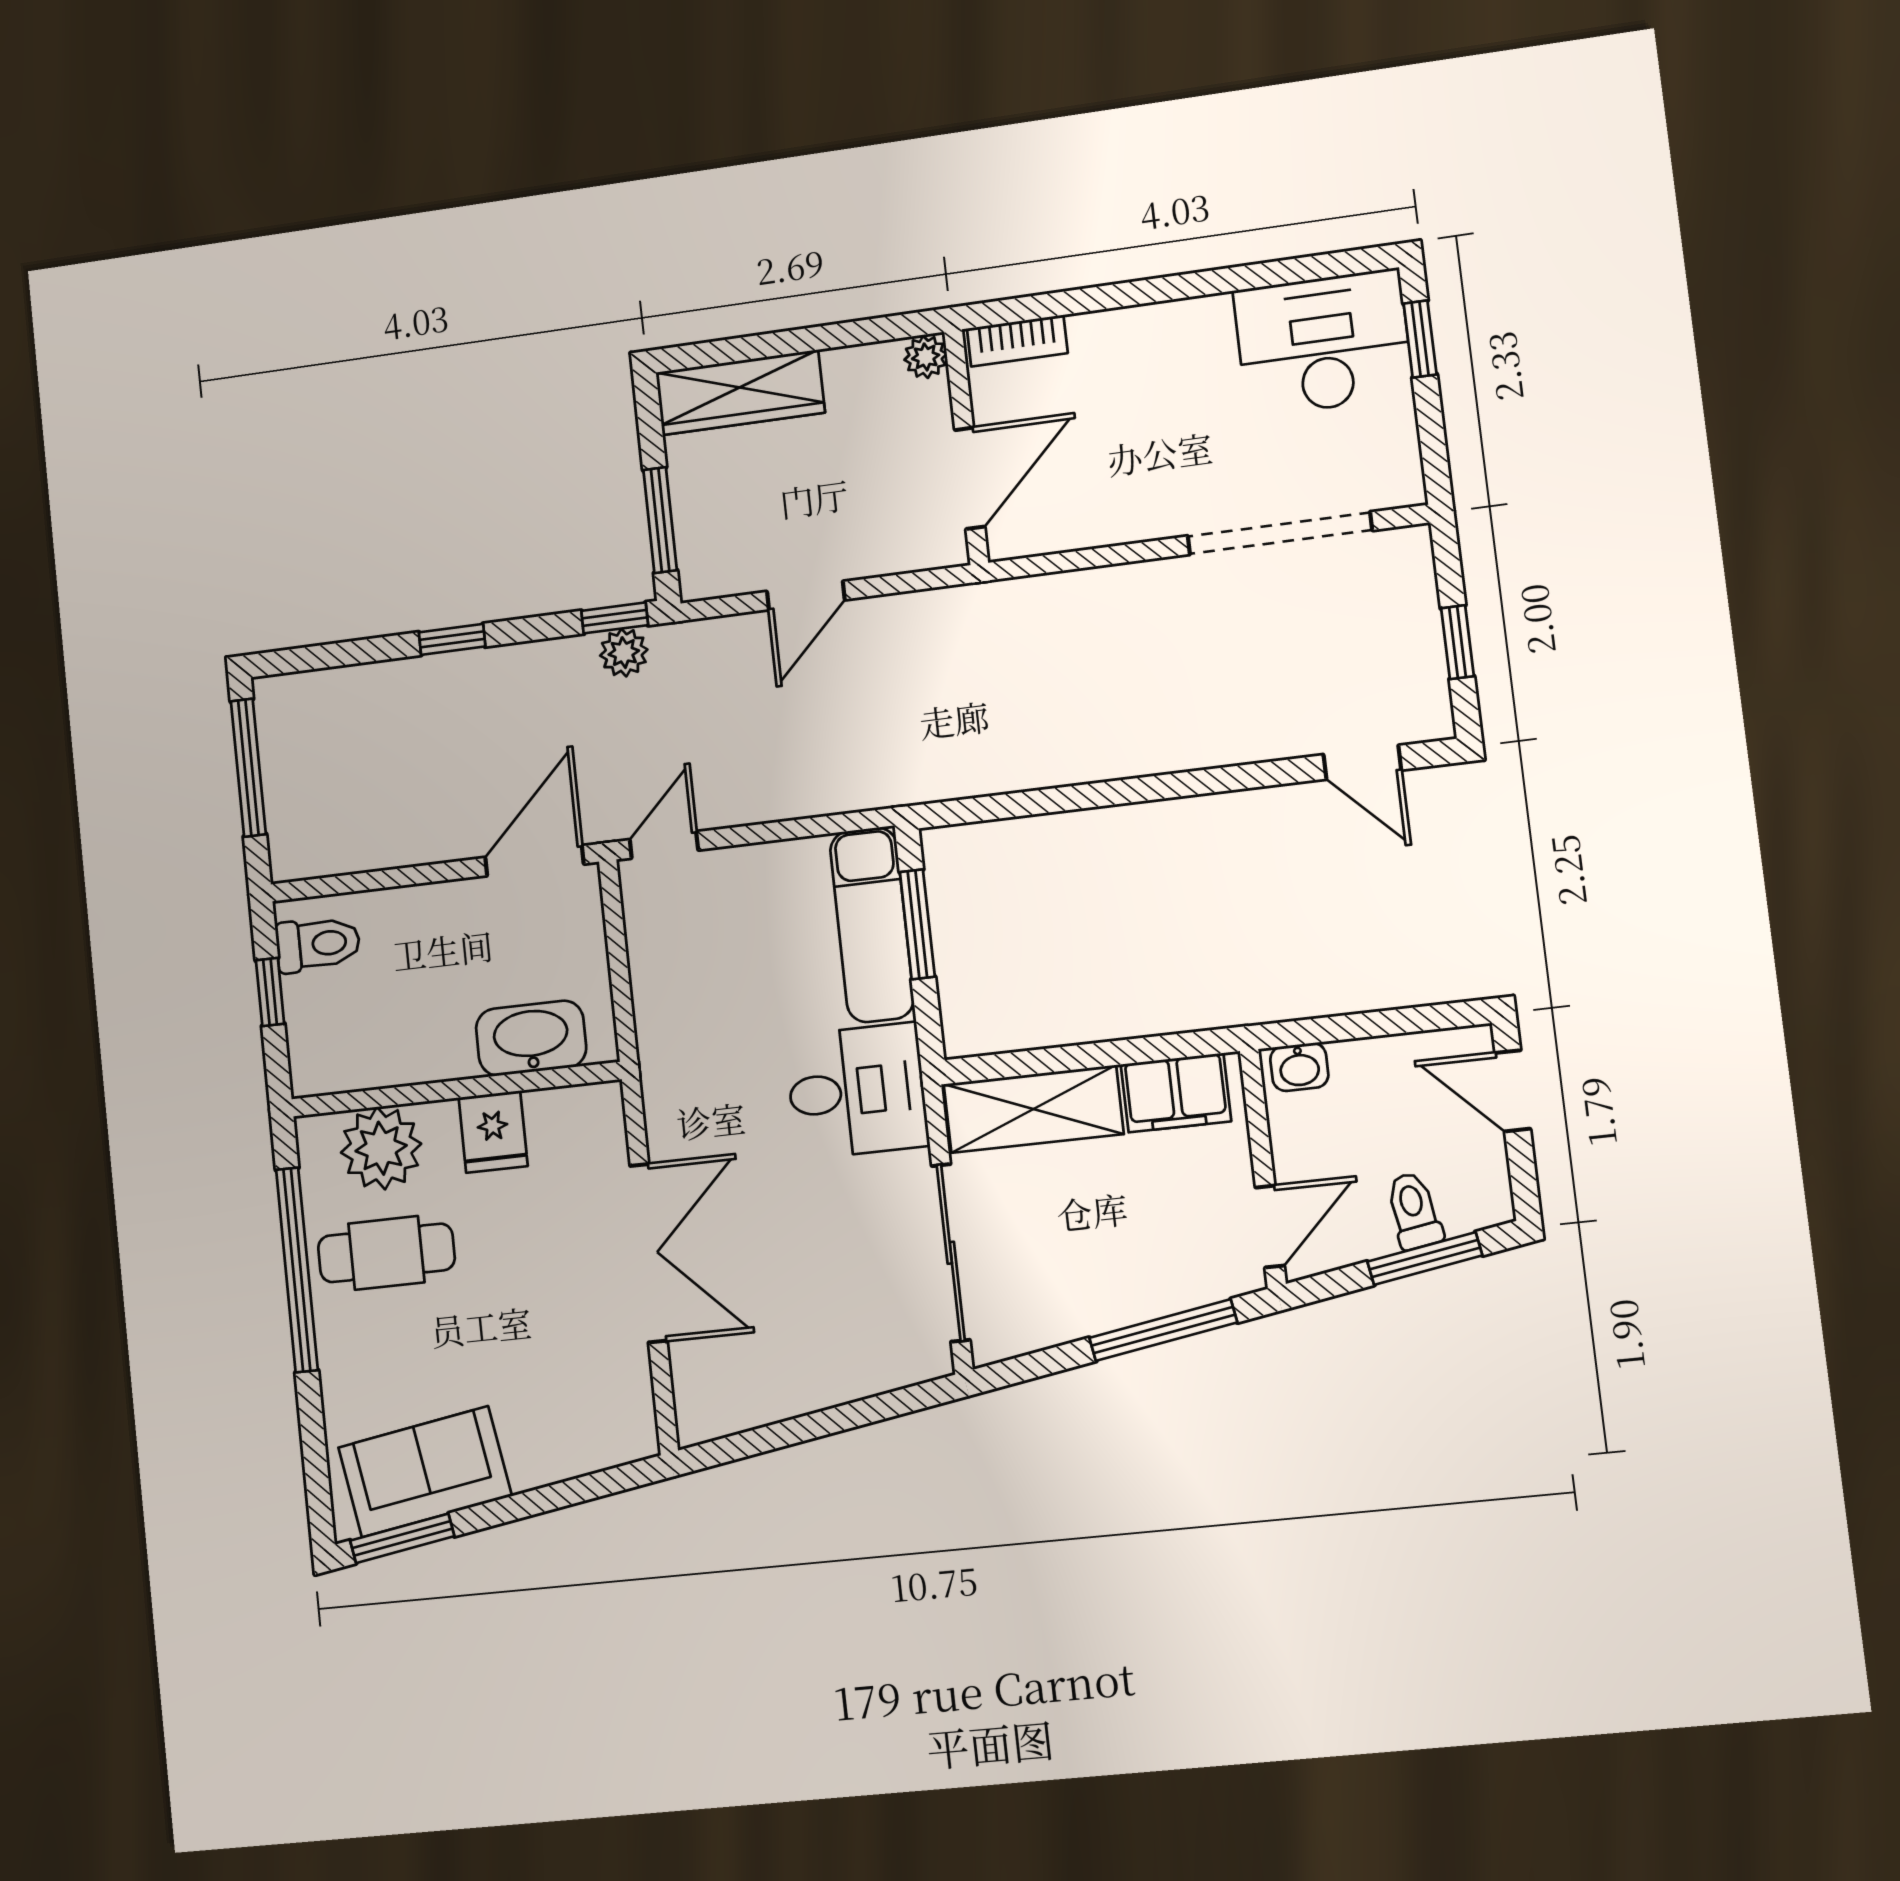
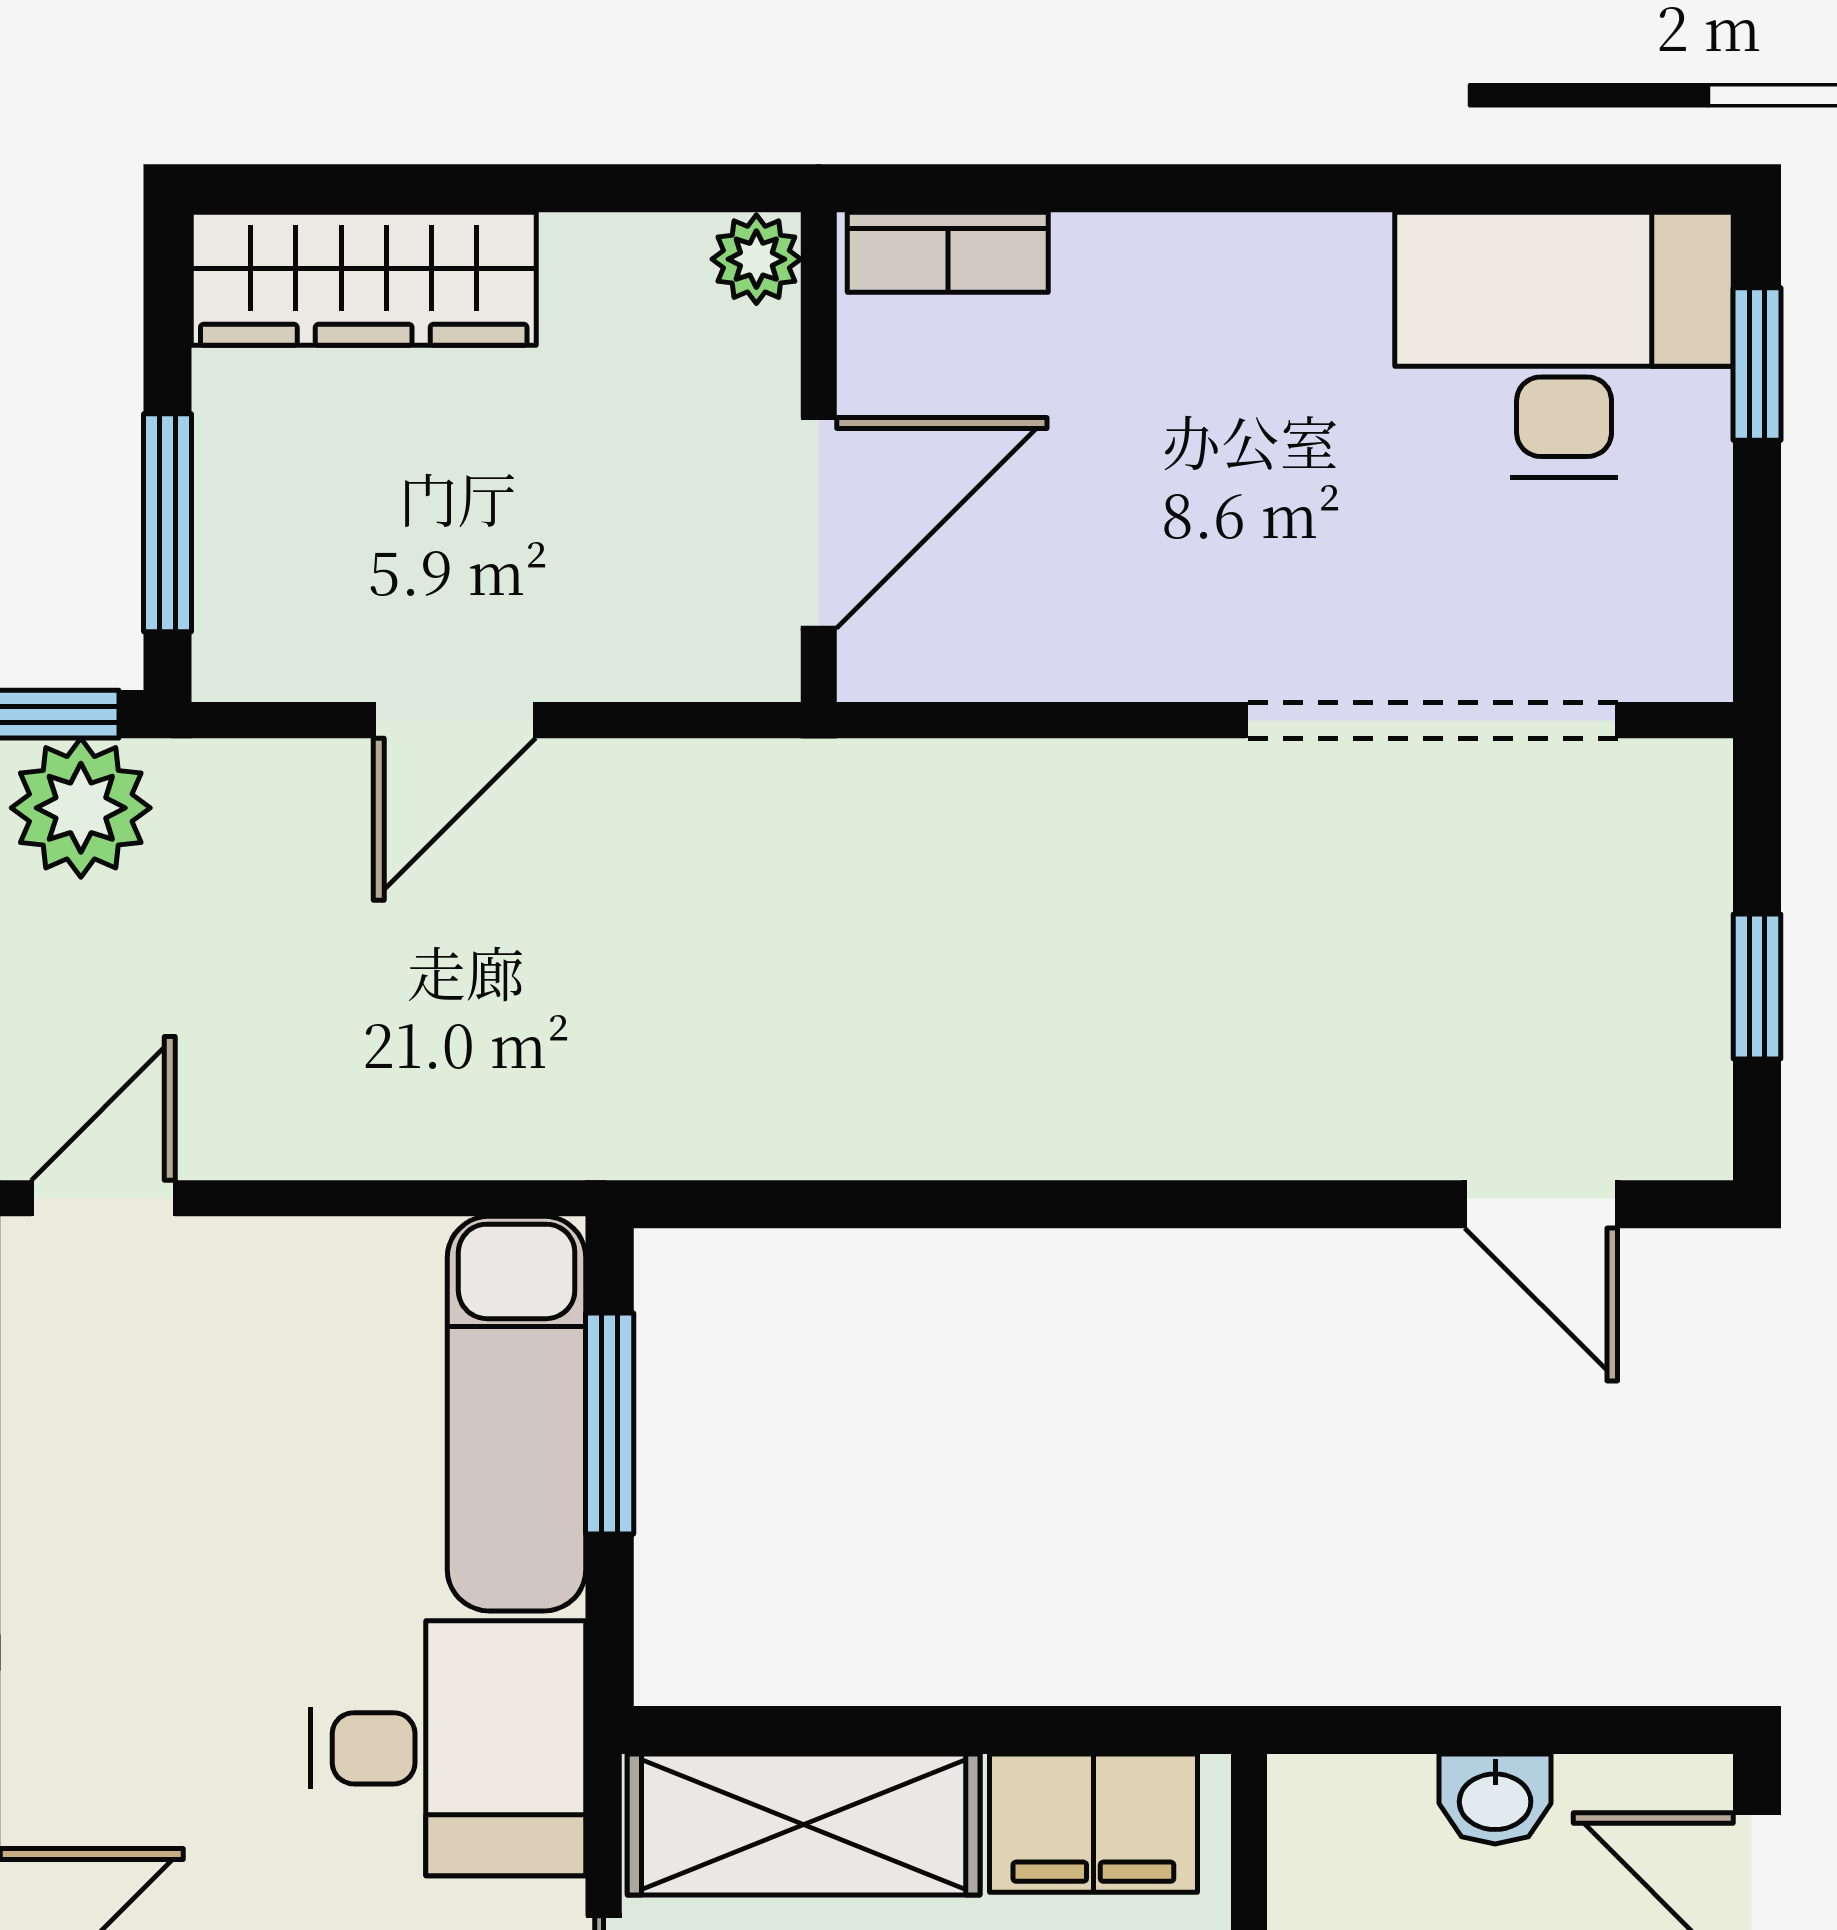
plant: (624, 653) -> (81, 808), width x1.38, depth x1.38
washbasin: (1299, 1067) -> (1495, 1799), moved

